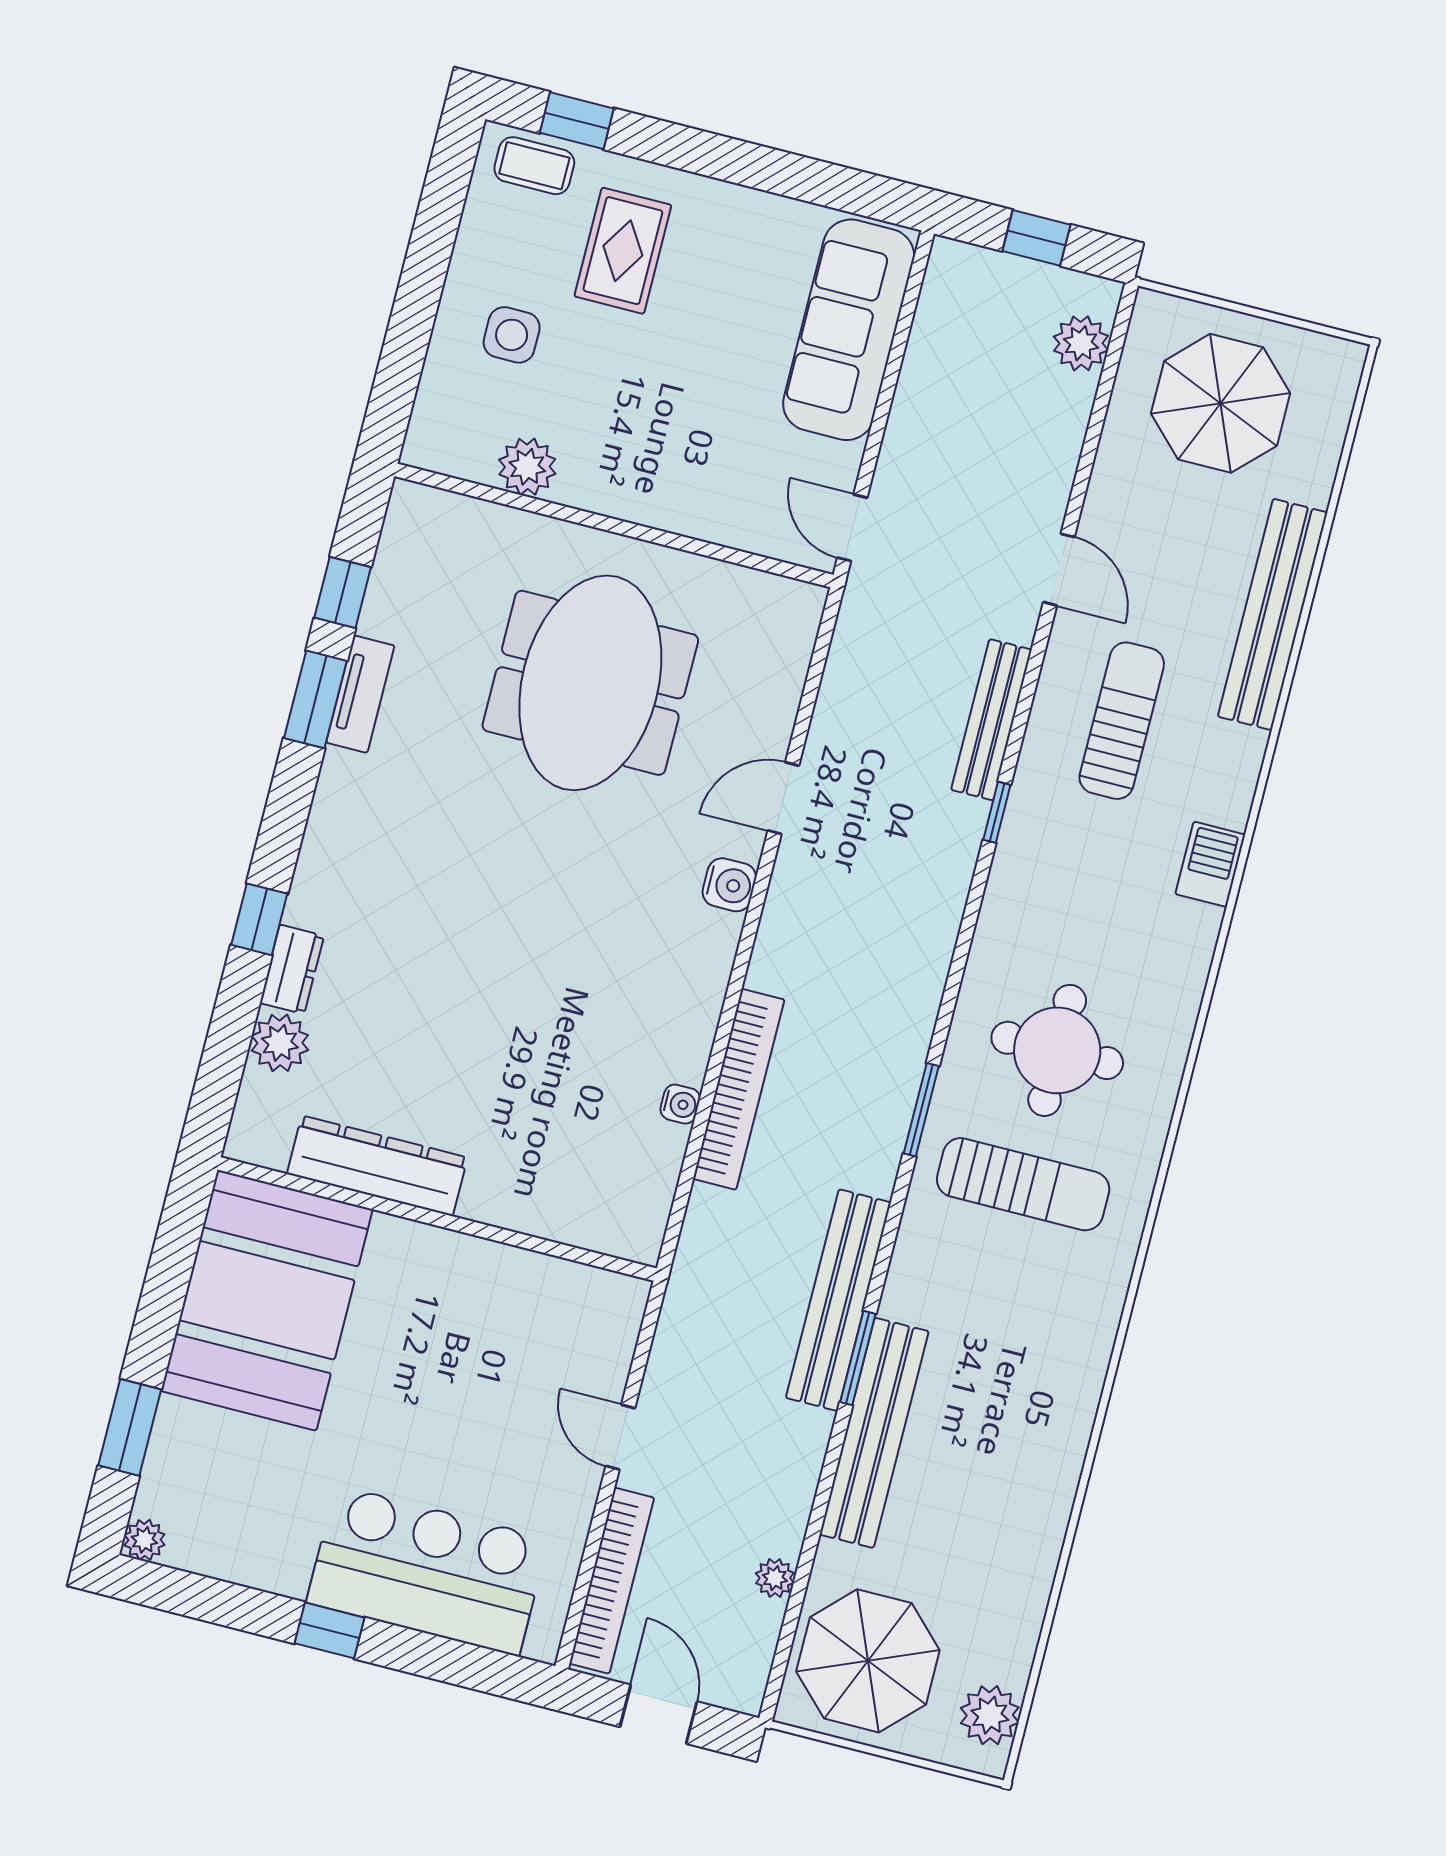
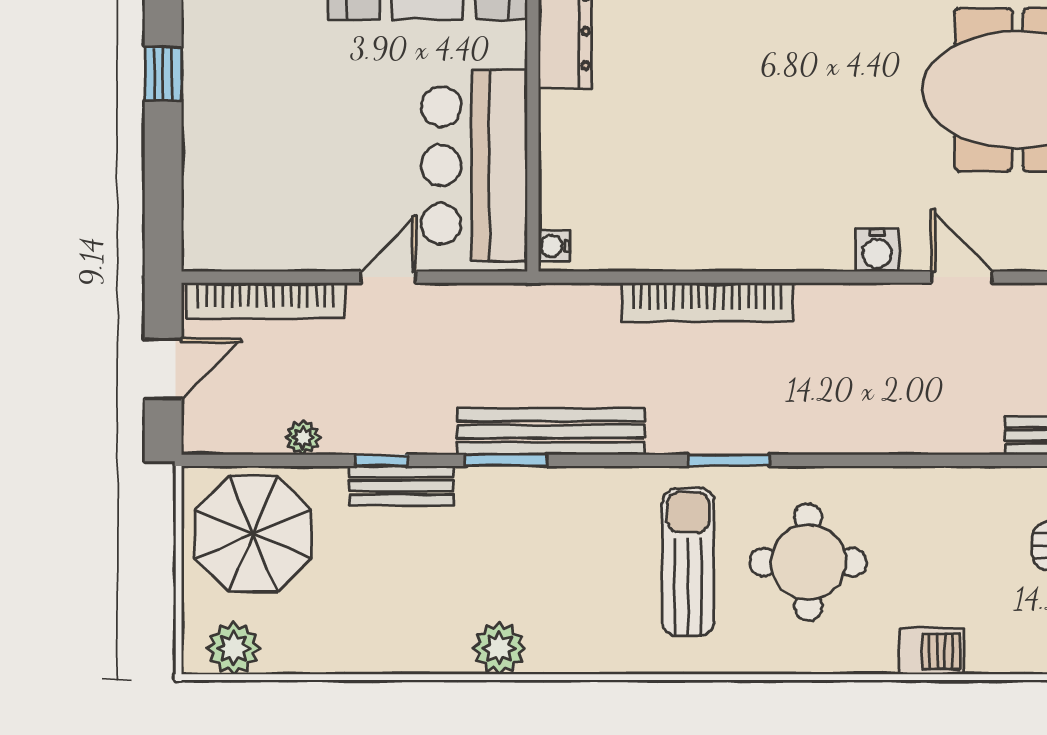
window: (997, 812) -> (382, 460), moved
barbecue: (1210, 864) -> (931, 651), moved
water cooler: (680, 1104) -> (554, 246), moved, turned 90
sun lounger: (1023, 1184) -> (688, 562), turned 180
plant: (1065, 1419) -> (499, 648), added
bench: (874, 1433) -> (401, 486), width x0.54, depth x0.82
bar counter: (427, 1571) -> (474, 165), moved, turned 180

